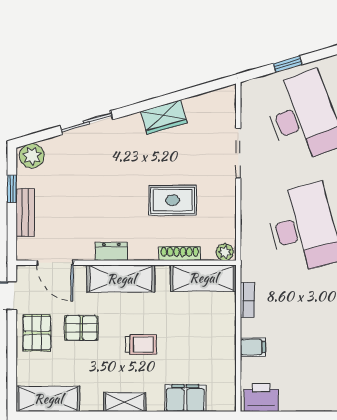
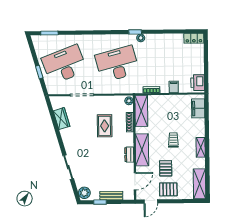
wardrobe: (164, 117) -> (62, 119), moved
filing cabinet: (185, 398) -> (198, 108), moved

